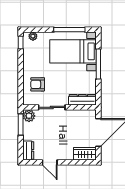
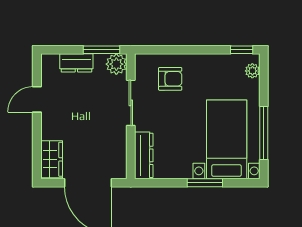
window: (98, 64) -> (205, 183), width x0.69
armchair: (38, 84) -> (170, 79), turned 90
dresser: (28, 150) -> (76, 63), moved

